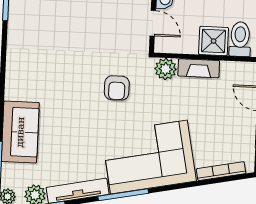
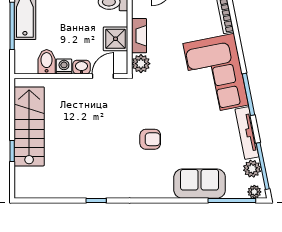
shower: (214, 41) -> (116, 39), moved
armchair: (117, 88) -> (150, 139), moved

